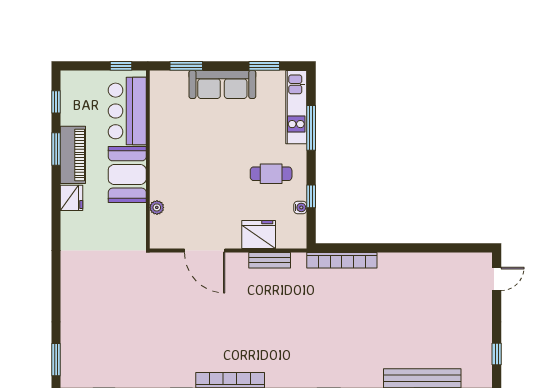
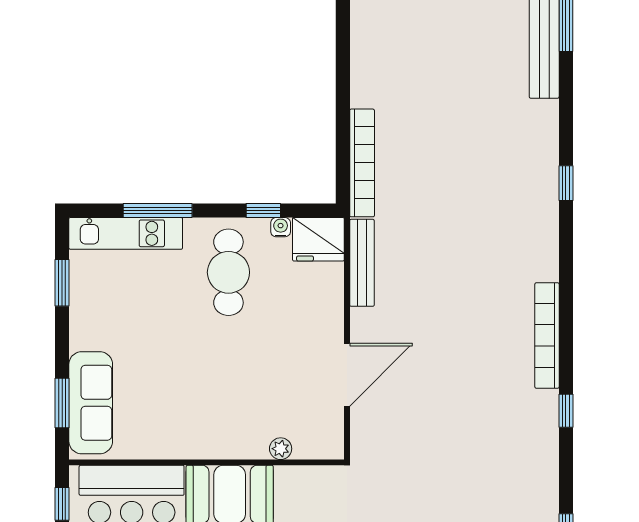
sofa: (222, 84) -> (91, 403), moved
cafe table: (271, 174) -> (228, 272), width x1.37, depth x1.35
fridge: (259, 235) -> (318, 239), moved, turned -90
bench: (270, 260) -> (362, 263), width x1.36

